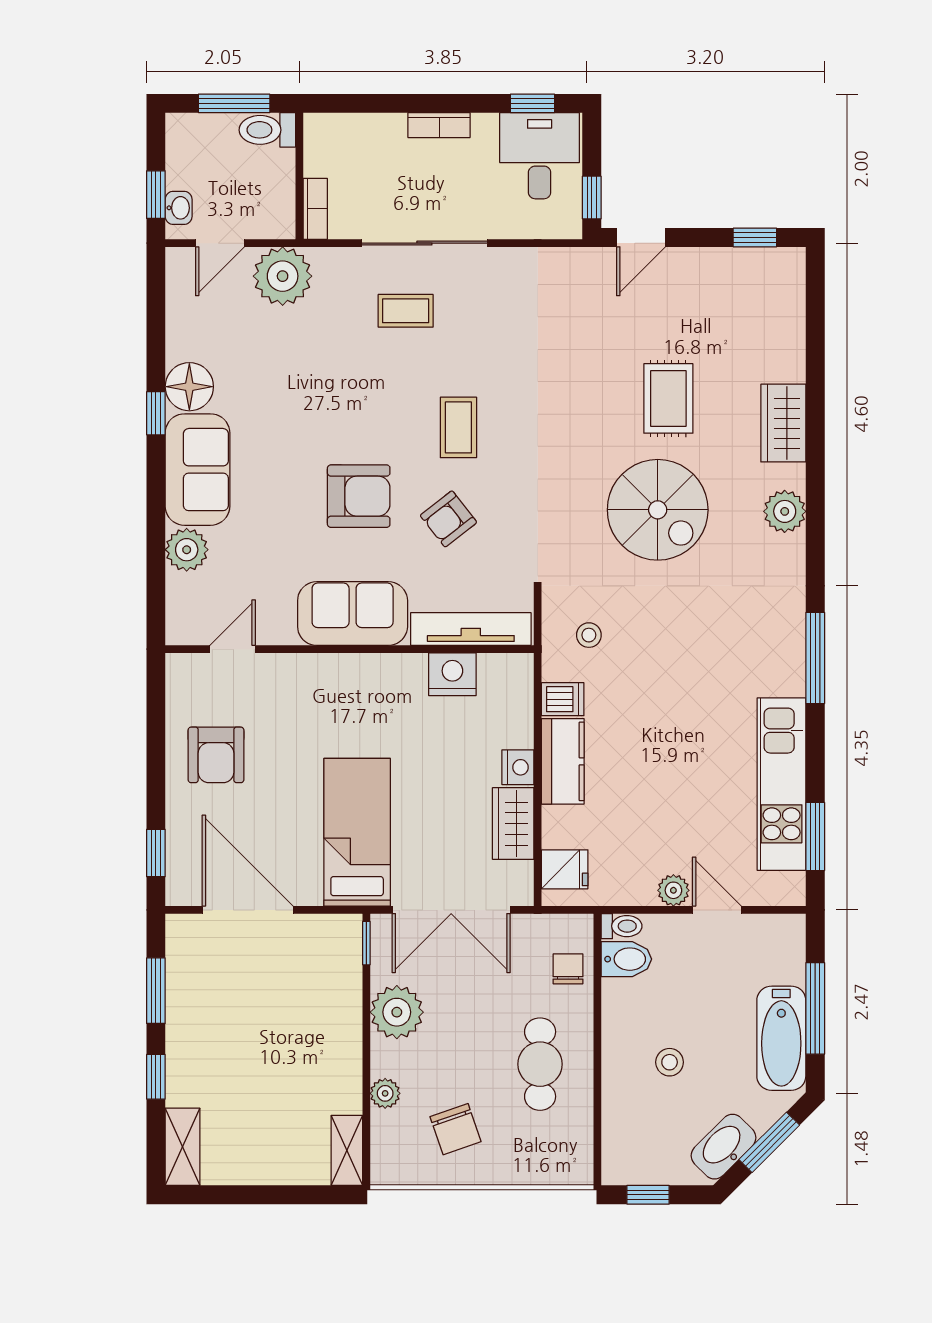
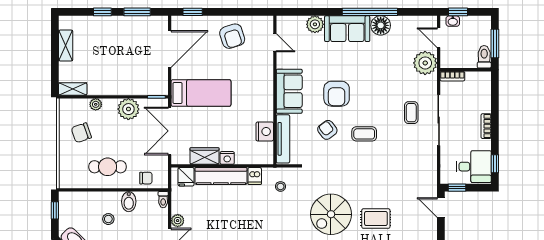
window: (156, 413) -> (370, 12), width x3.17
armchair: (216, 755) -> (232, 36), turned -108
kitchen counter: (563, 761) -> (221, 176), width x1.50
bidet: (626, 959) -> (129, 202), moved
shelving: (183, 1147) -> (66, 46), moved, turned 90

